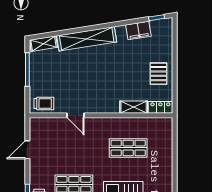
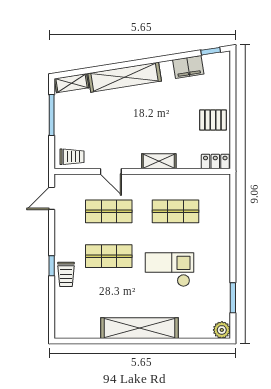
pallet: (159, 74) -> (213, 120), turned 90
shelving: (134, 107) -> (159, 161), moved
shop shelf: (74, 148) -> (109, 211), added
door: (27, 150) -> (52, 198), moved

